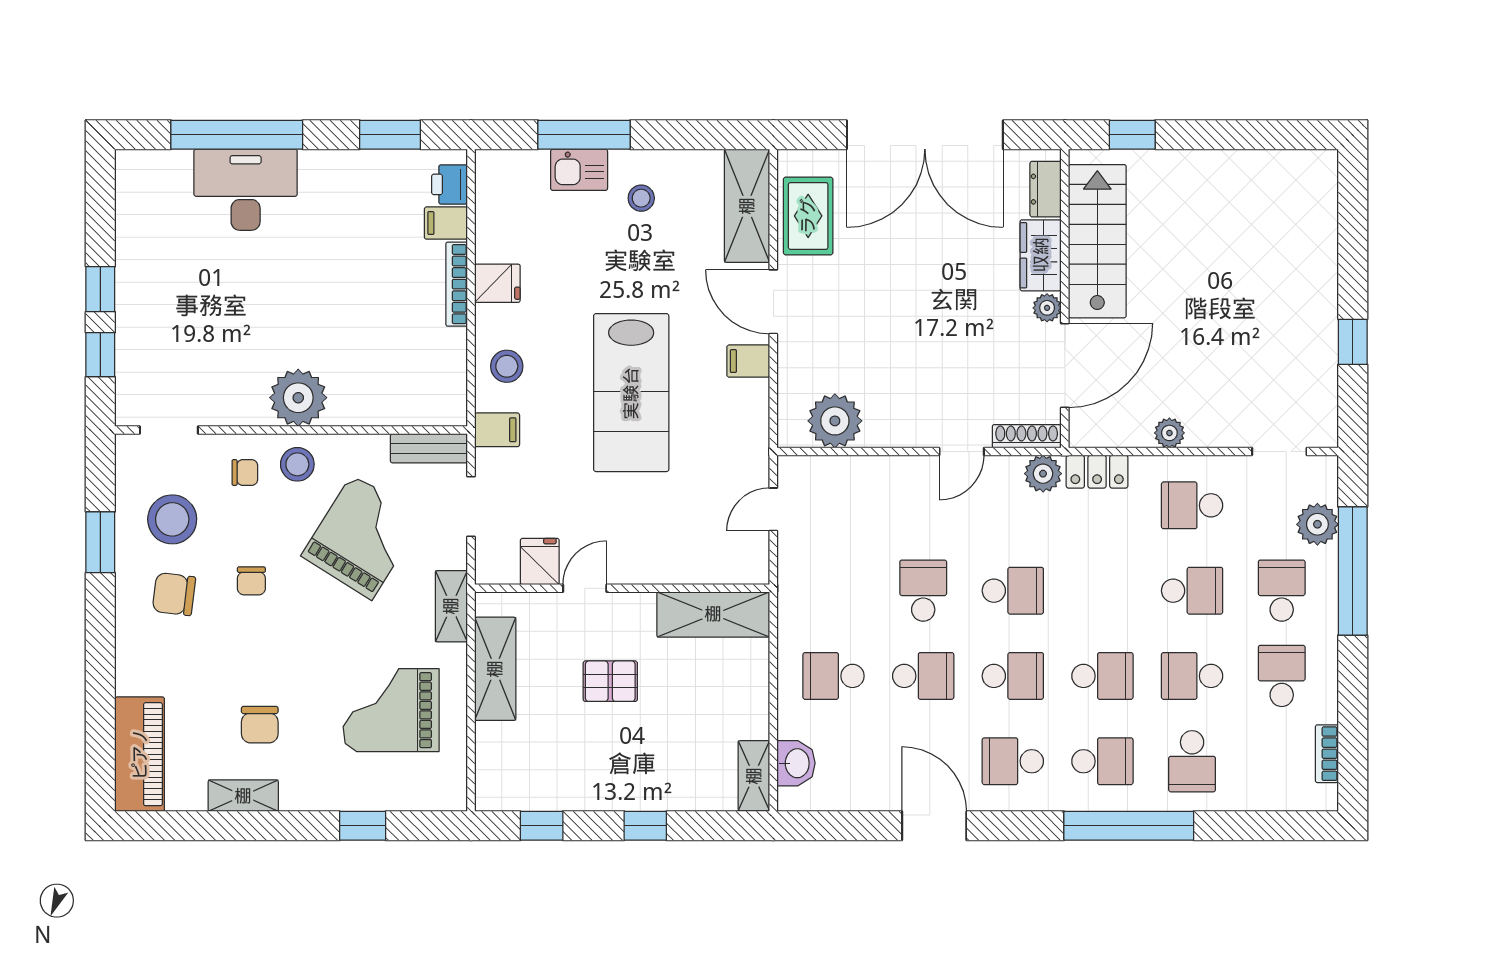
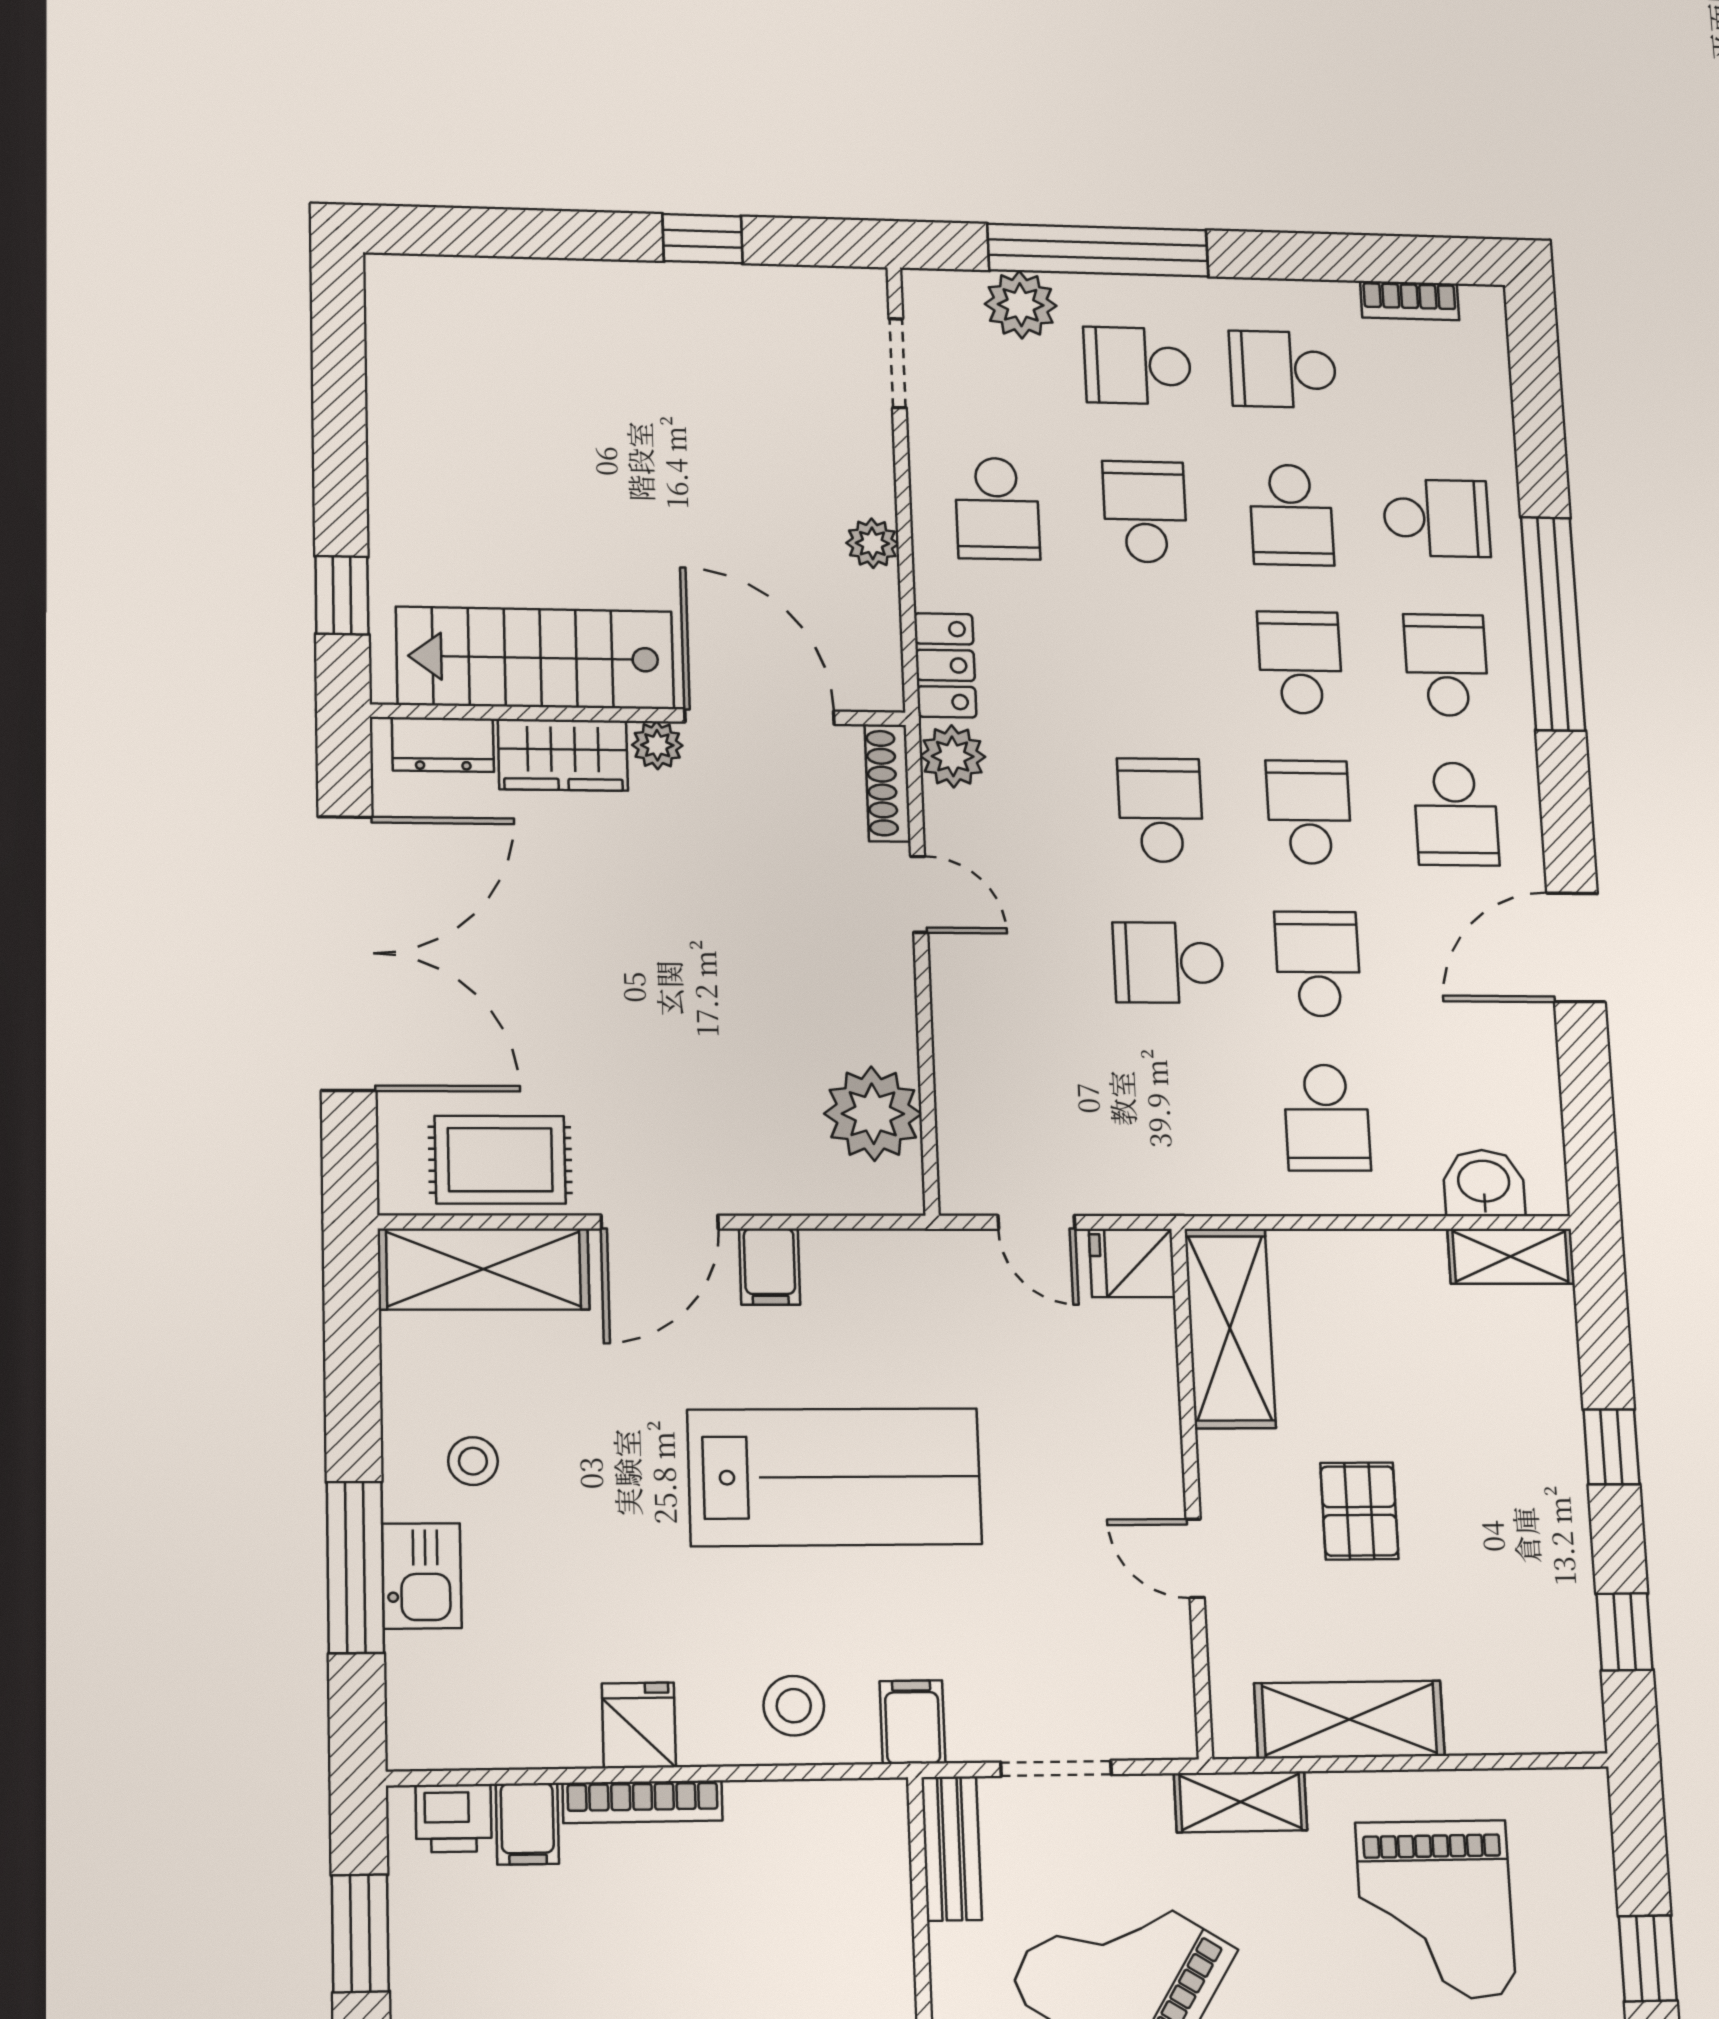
fridge: (540, 562) -> (1132, 1263), moved

